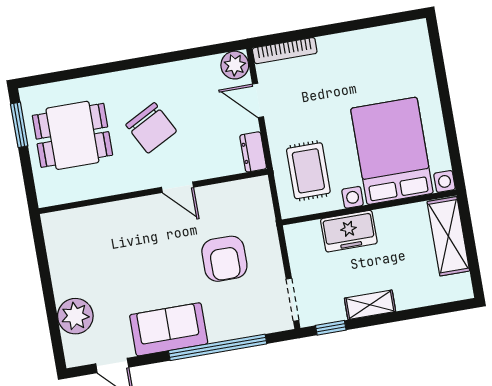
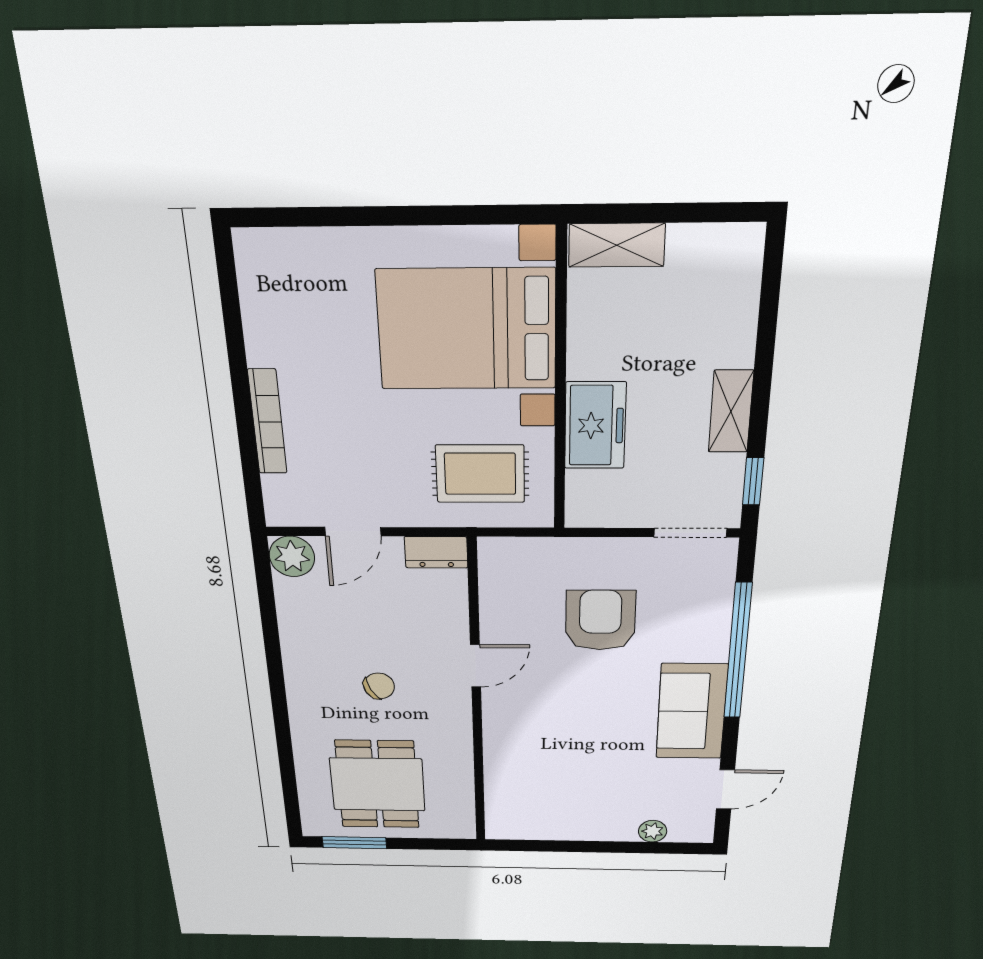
bookcase: (285, 51) -> (267, 422), moved
chair: (151, 128) -> (379, 686), width x0.54, depth x0.54
shelving: (448, 236) -> (617, 245), width x0.67, depth x0.75
armchair: (224, 259) -> (600, 620), turned -90
plant: (75, 316) -> (653, 831), width x0.53, depth x0.53

